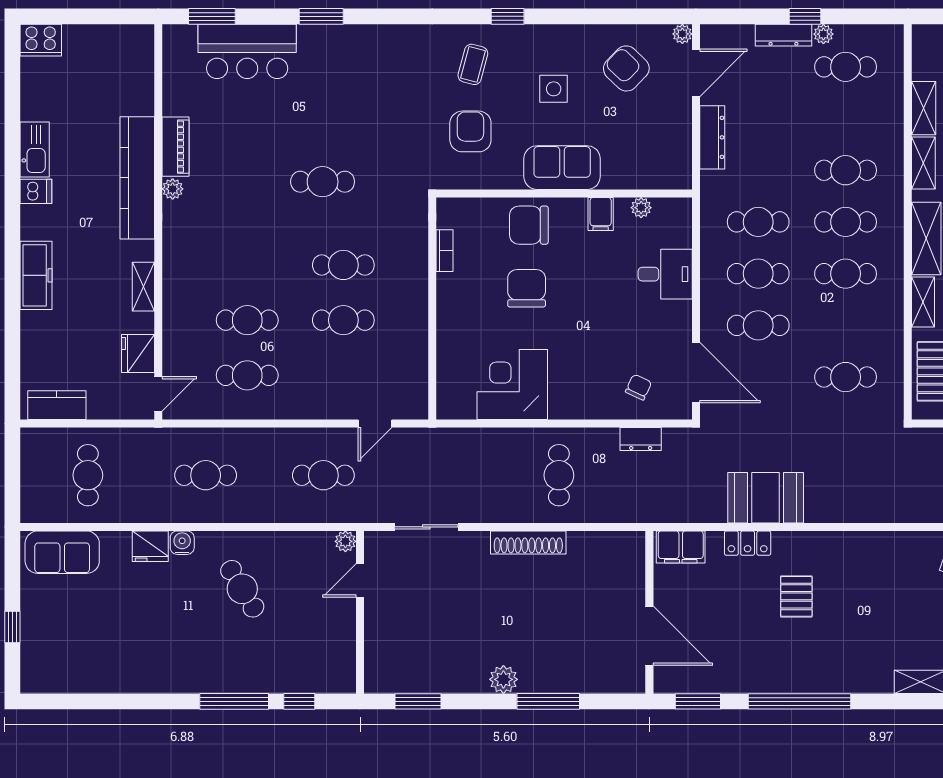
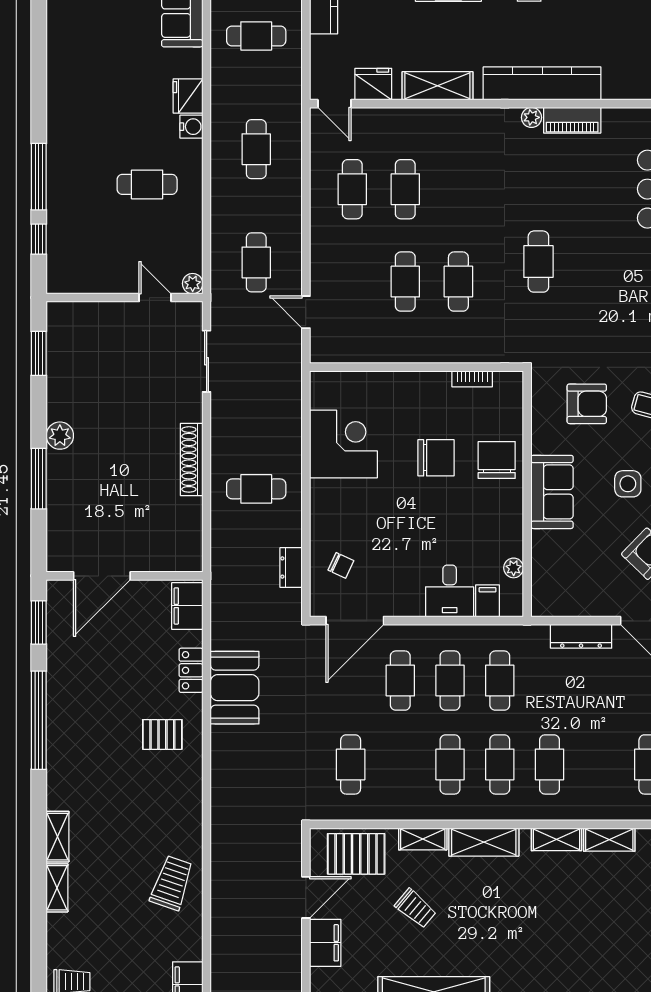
filing cabinet: (601, 214) -> (488, 601), moved, turned 90
shelving: (143, 287) -> (437, 86), width x1.50, depth x1.33
cafe table: (242, 589) -> (147, 184), turned 31
pallet: (796, 596) -> (162, 734), moved

